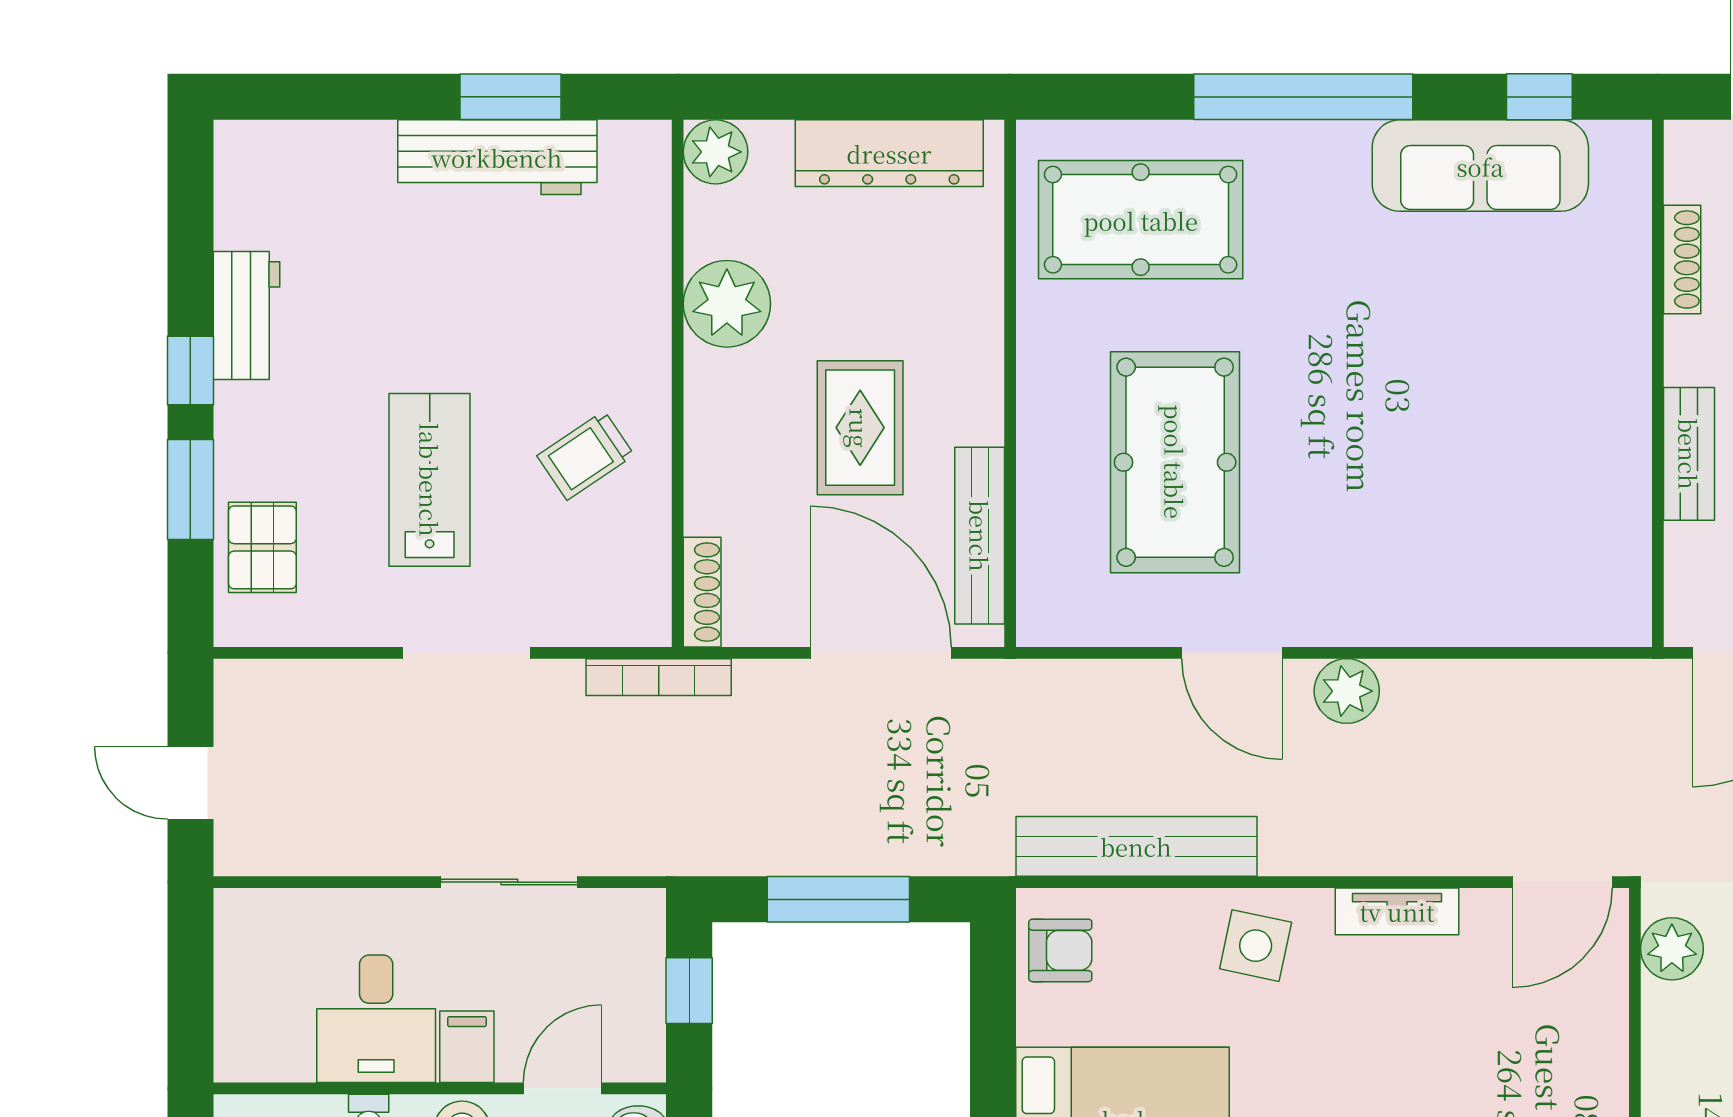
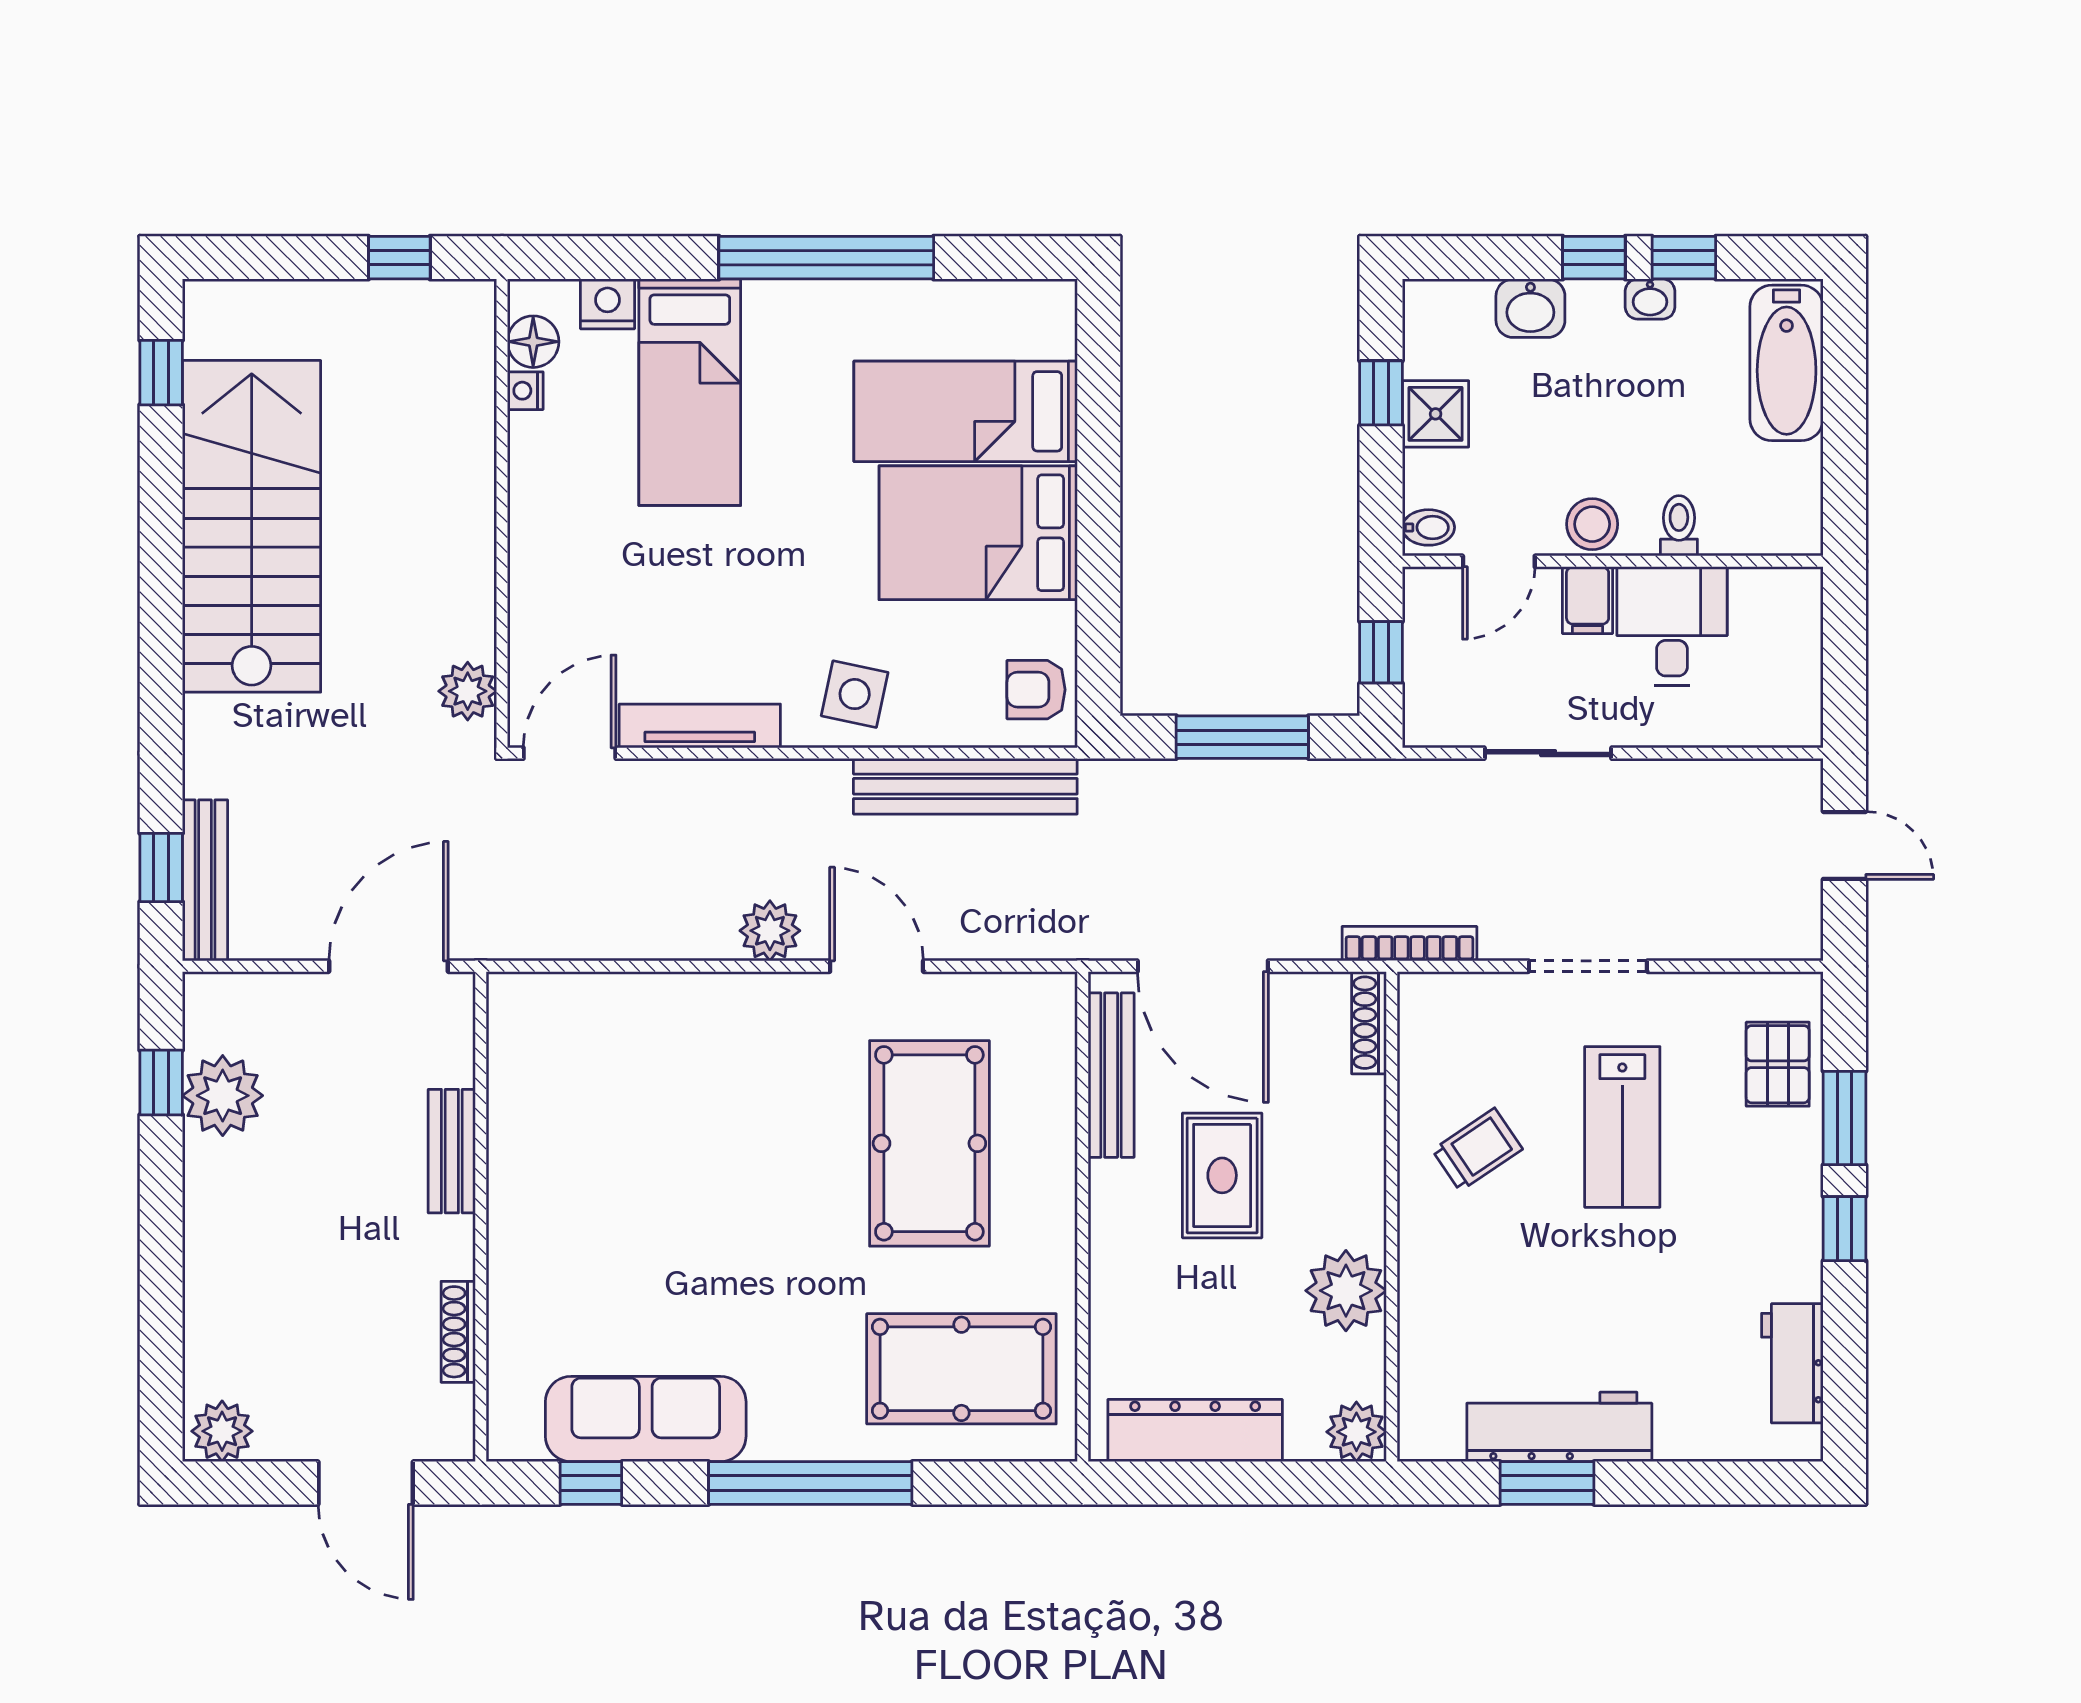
workbench: (247, 315) -> (1792, 1363), moved
tv unit: (1397, 911) -> (700, 726), width x1.41

